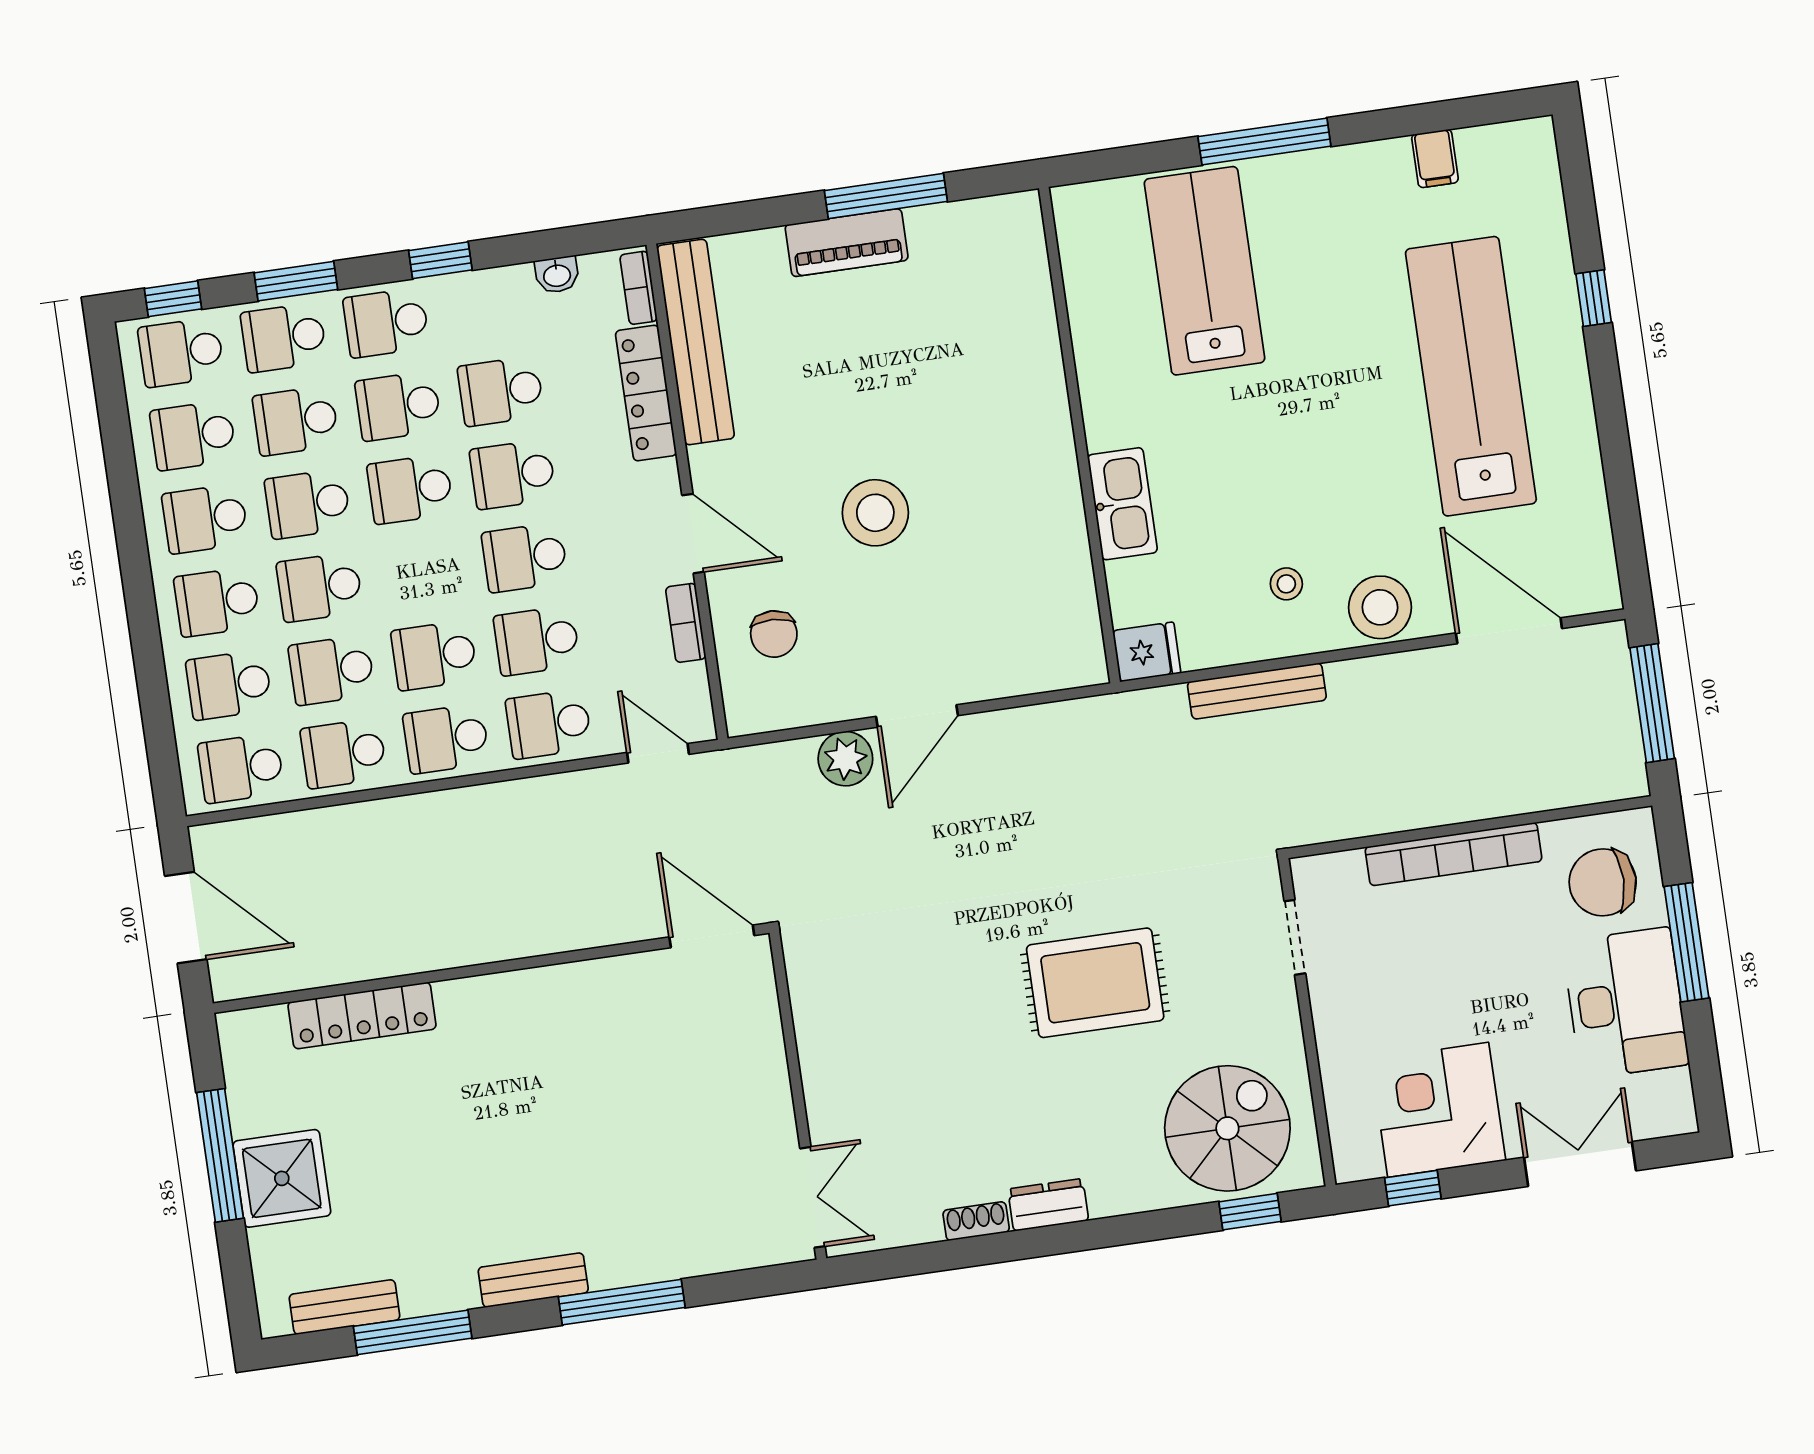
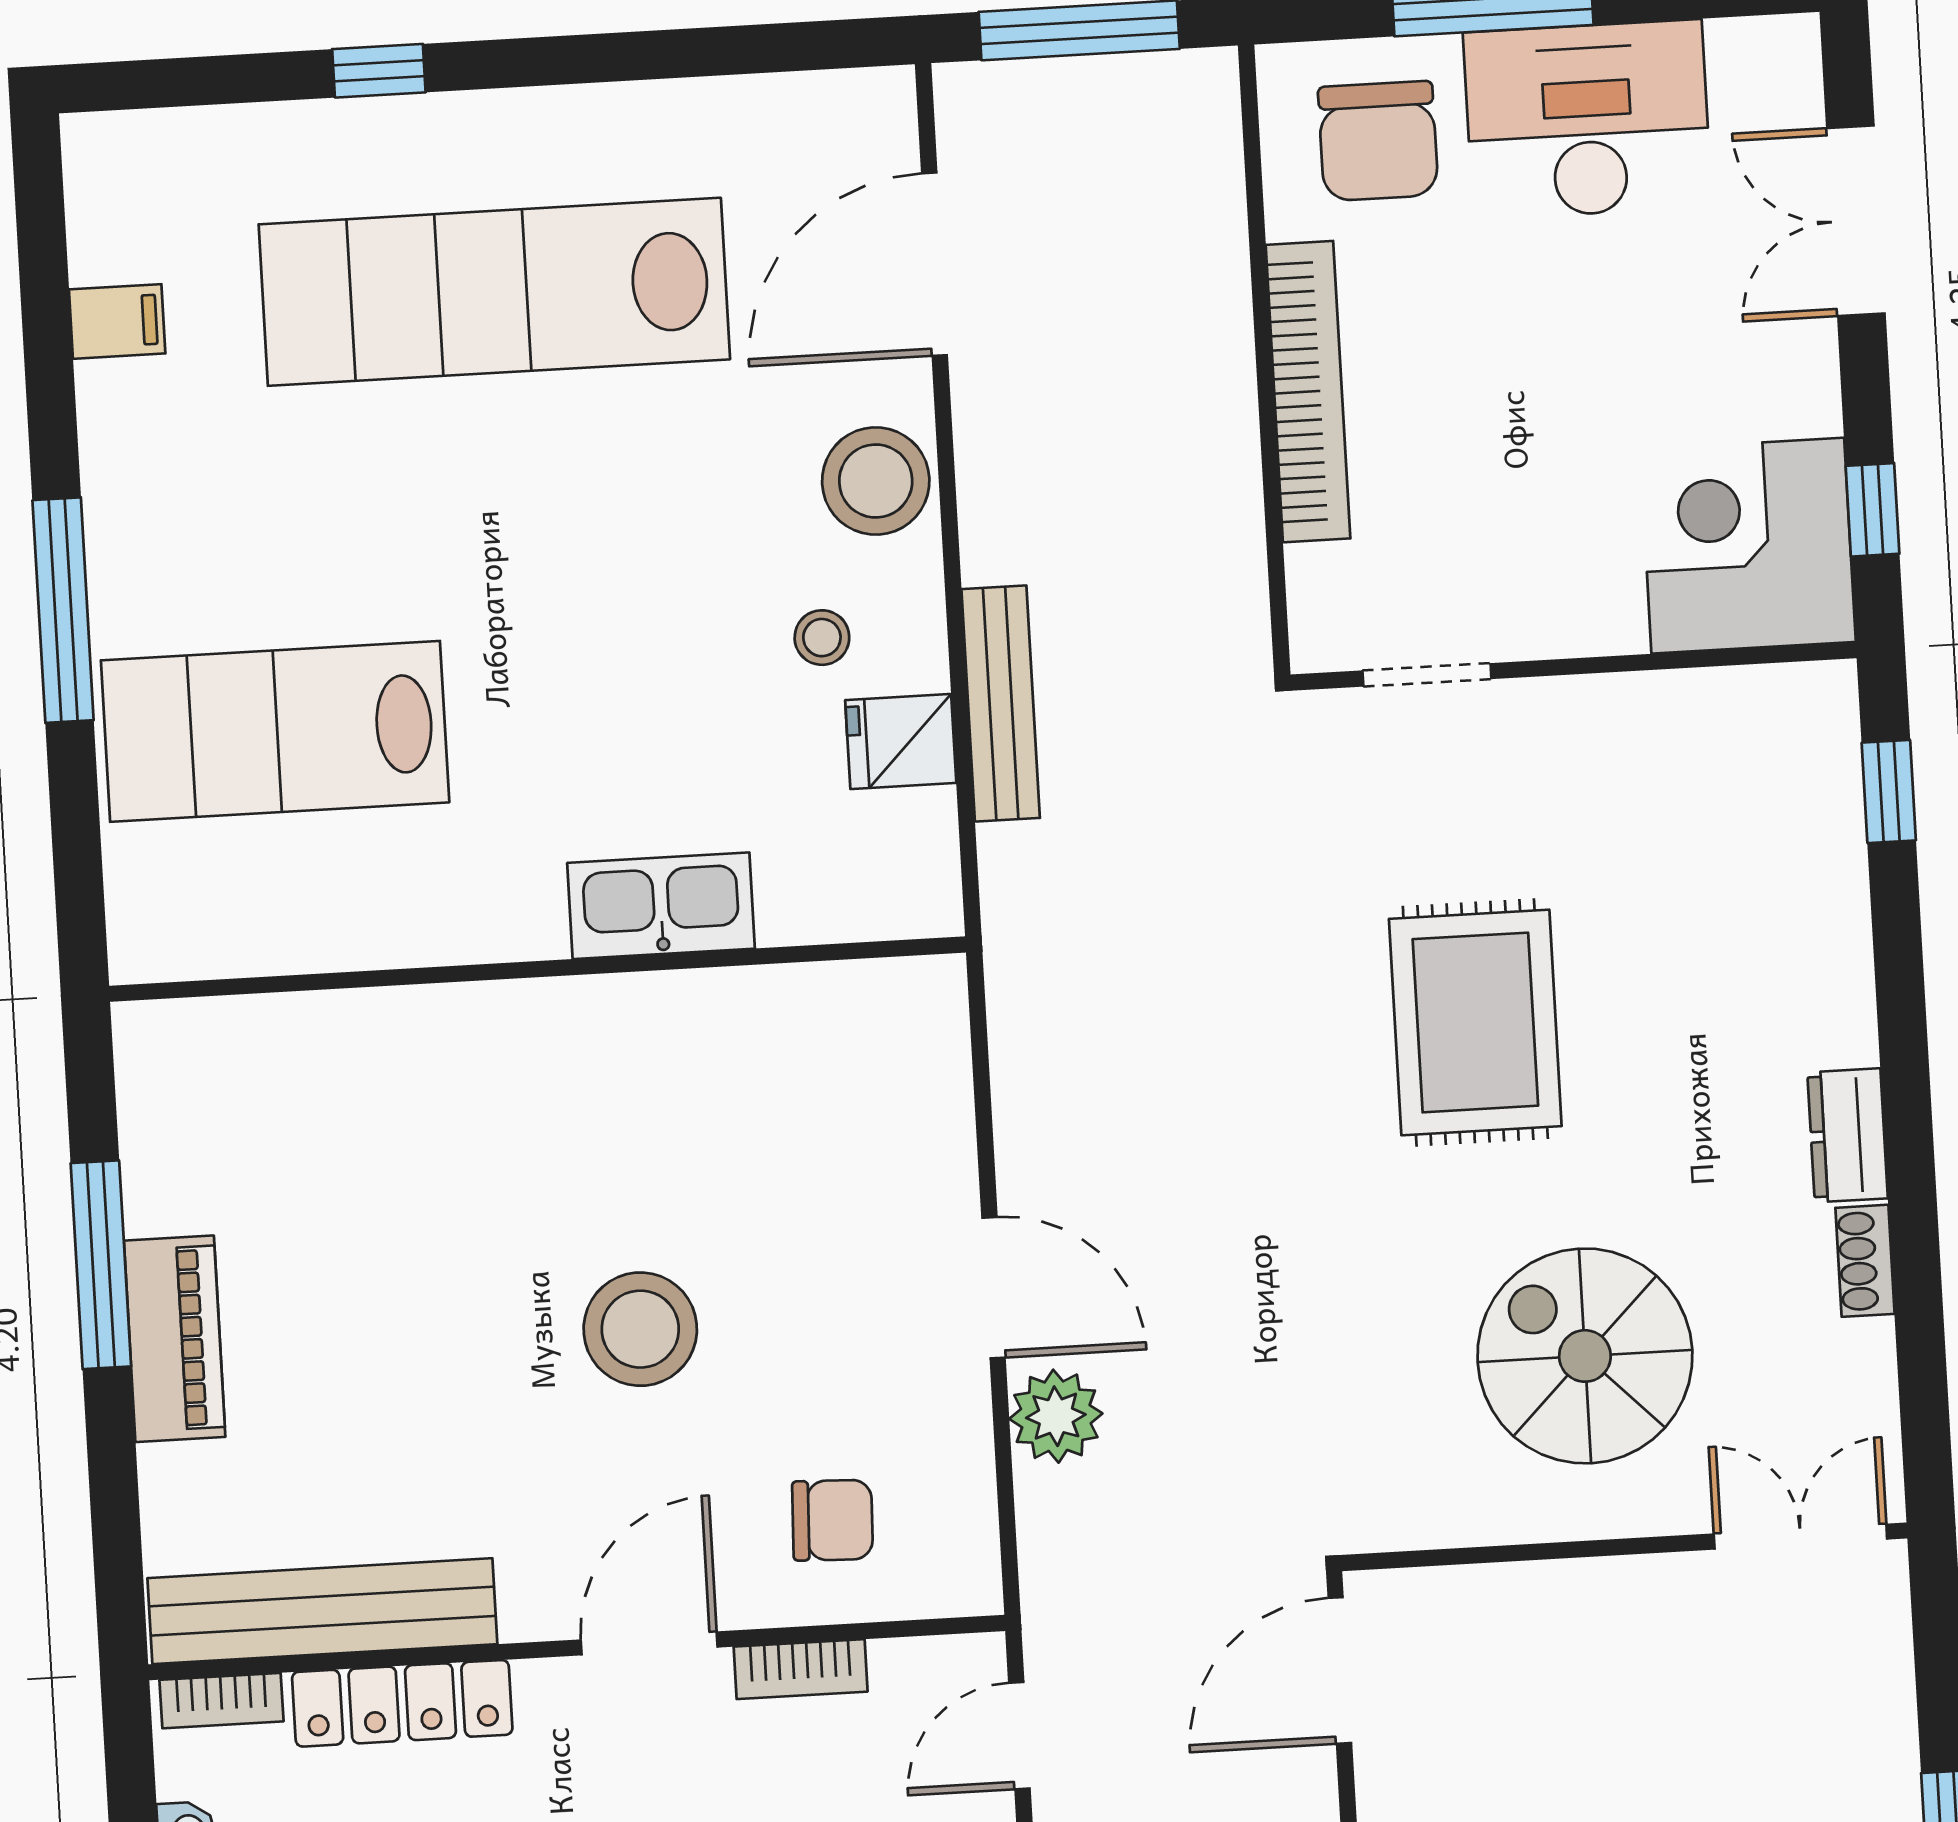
fridge: (1147, 652) -> (901, 741), moved, turned -90
corner desk: (1438, 1110) -> (1748, 546), moved, turned 90
spiral stairs: (1227, 1128) -> (1585, 1356), moved

